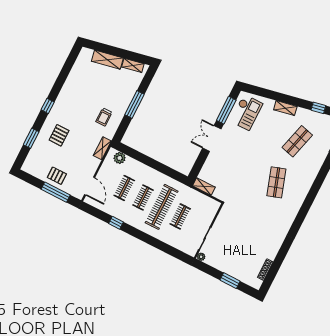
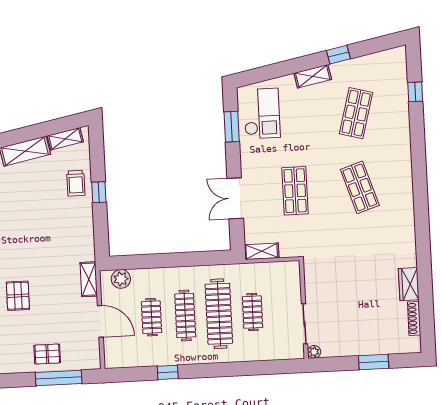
window: (135, 105) -> (99, 192), width x0.46
window: (318, 108) -> (338, 55), moved
window: (226, 110) -> (232, 127), width x0.69
trolley: (104, 117) -> (76, 183), moved
double door: (212, 139) -> (235, 198), moved
shop shelf: (241, 164) -> (295, 191), added
door: (90, 186) -> (100, 321), moved
clothes rail: (143, 197) -> (185, 315), width x1.36
wardrobe: (273, 250) -> (409, 284), added

